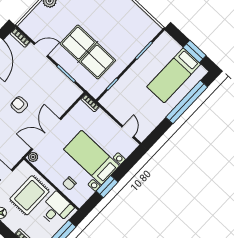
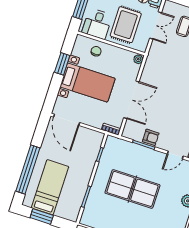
table tennis table: (88, 52) -> (132, 189), moved
armchair: (19, 105) -> (151, 137), moved
door: (128, 132) -> (67, 120), width x1.88
double door: (46, 134) -> (131, 100), moved

